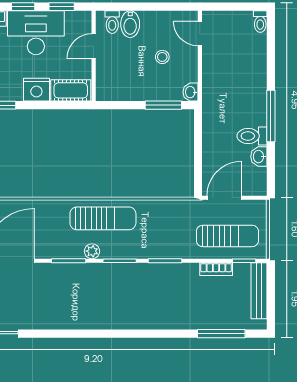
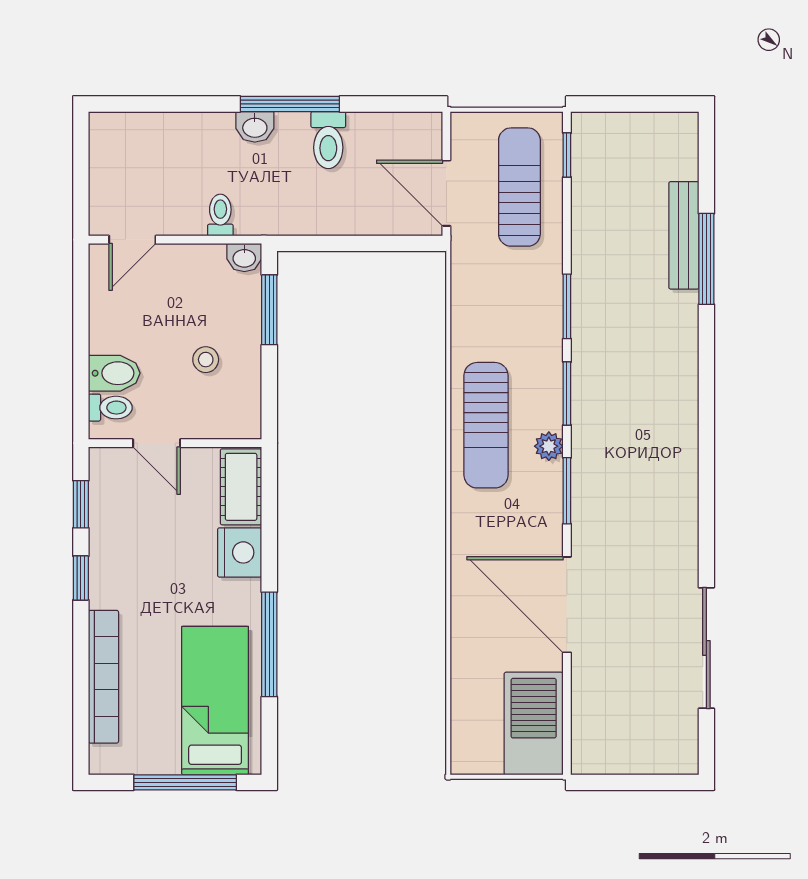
toilet: (260, 22) -> (220, 215), moved, turned -90
desk: (36, 33) -> (131, 554), removed
stool: (162, 57) -> (206, 360), moved
washbasin: (259, 157) -> (255, 127), moved
sun lounger: (103, 218) -> (486, 425), turned 180
bookcase: (216, 269) -> (583, 209), removed
bench: (259, 291) -> (684, 235), moved, turned 90
window: (221, 334) -> (706, 259), moved

